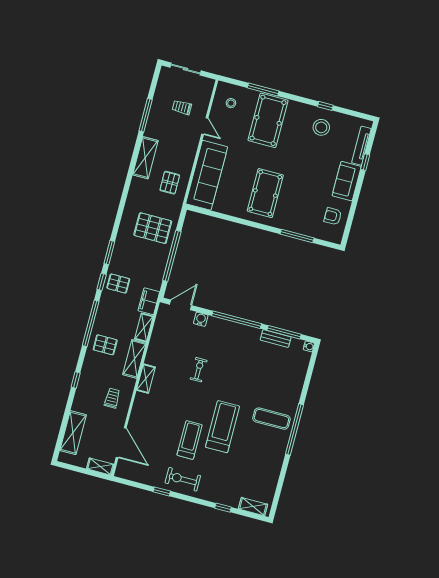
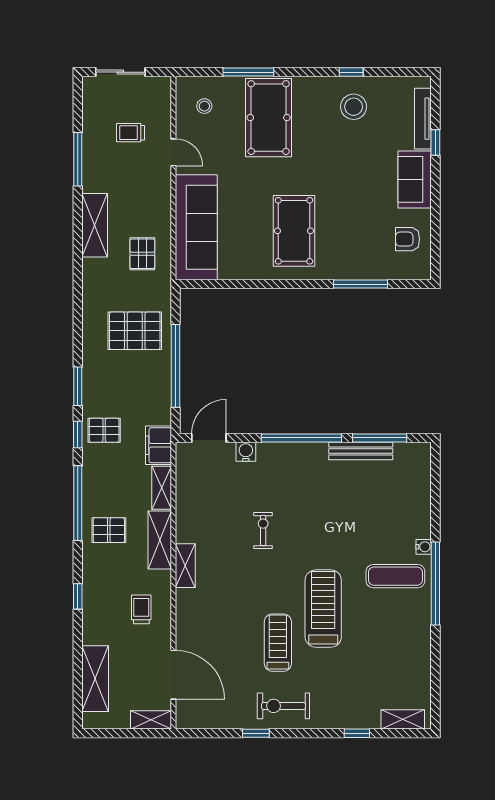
bench: (276, 339) -> (361, 451), width x1.36
water cooler: (309, 346) -> (424, 547), moved

